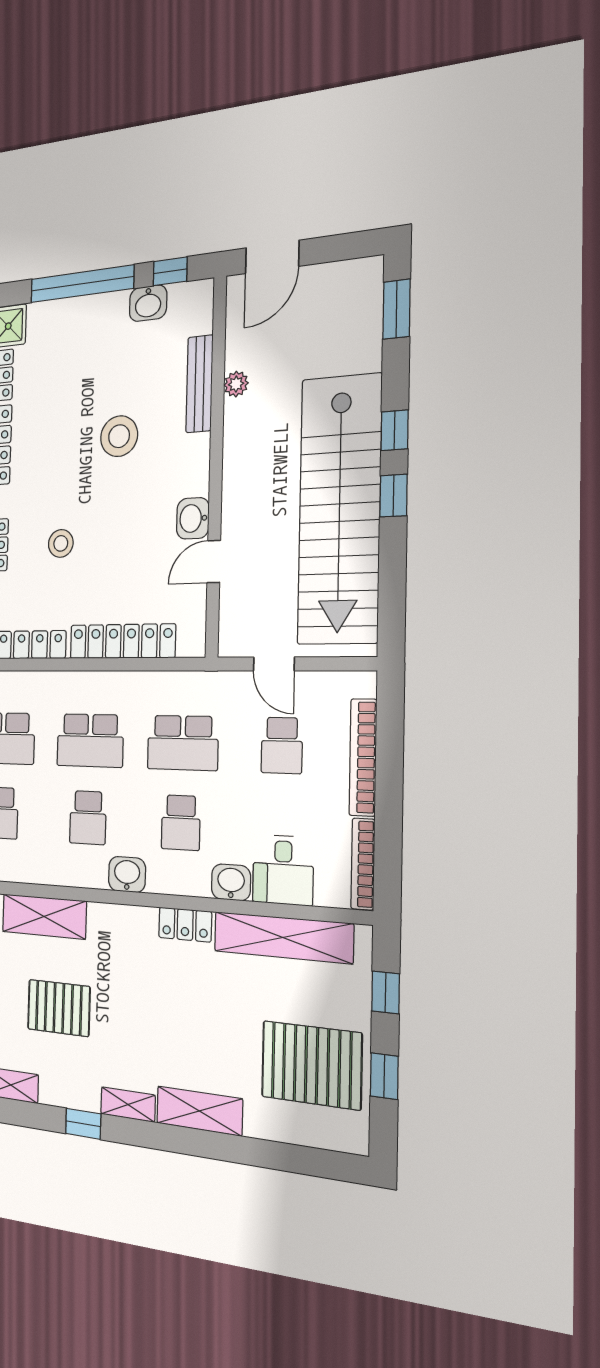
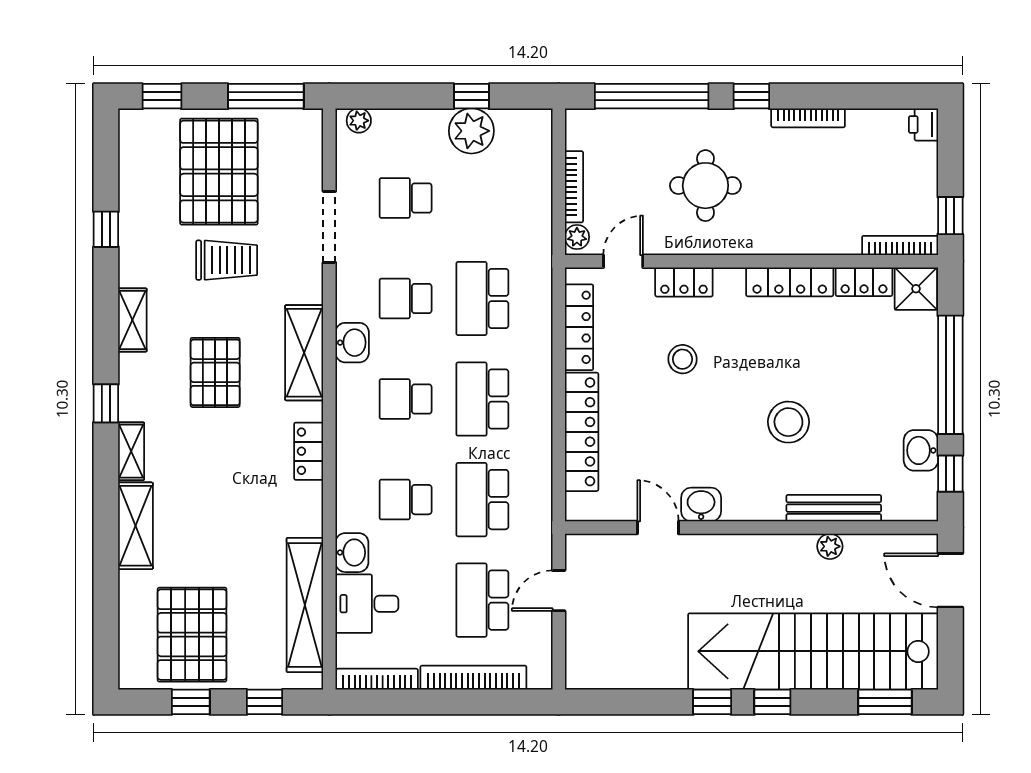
stairs: (339, 509) -> (813, 651), moved
school desk: (282, 745) -> (482, 600), width x1.85
washbasin: (127, 874) -> (352, 343), moved
locker: (185, 925) -> (309, 451), moved

